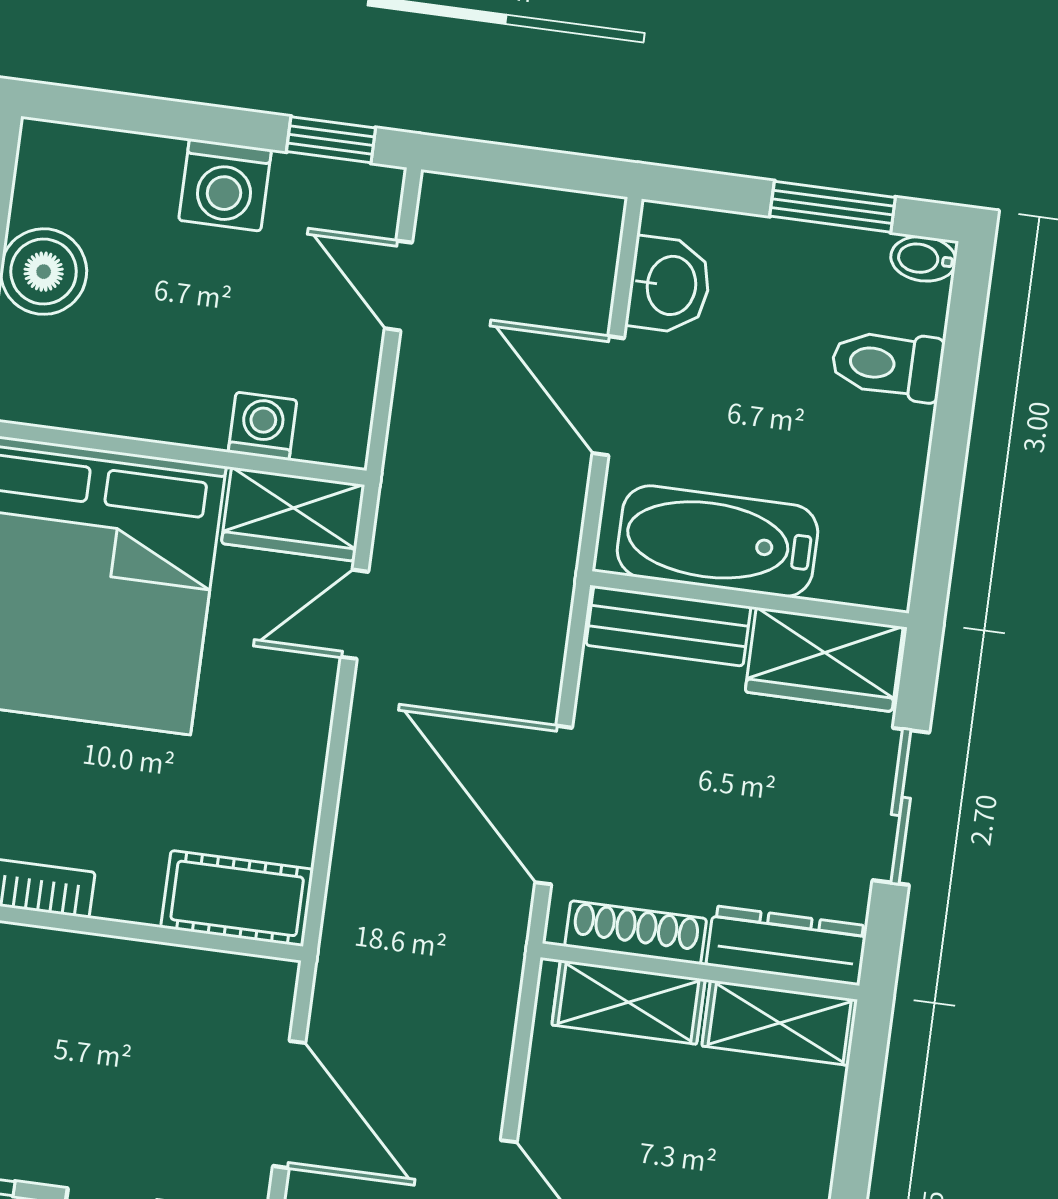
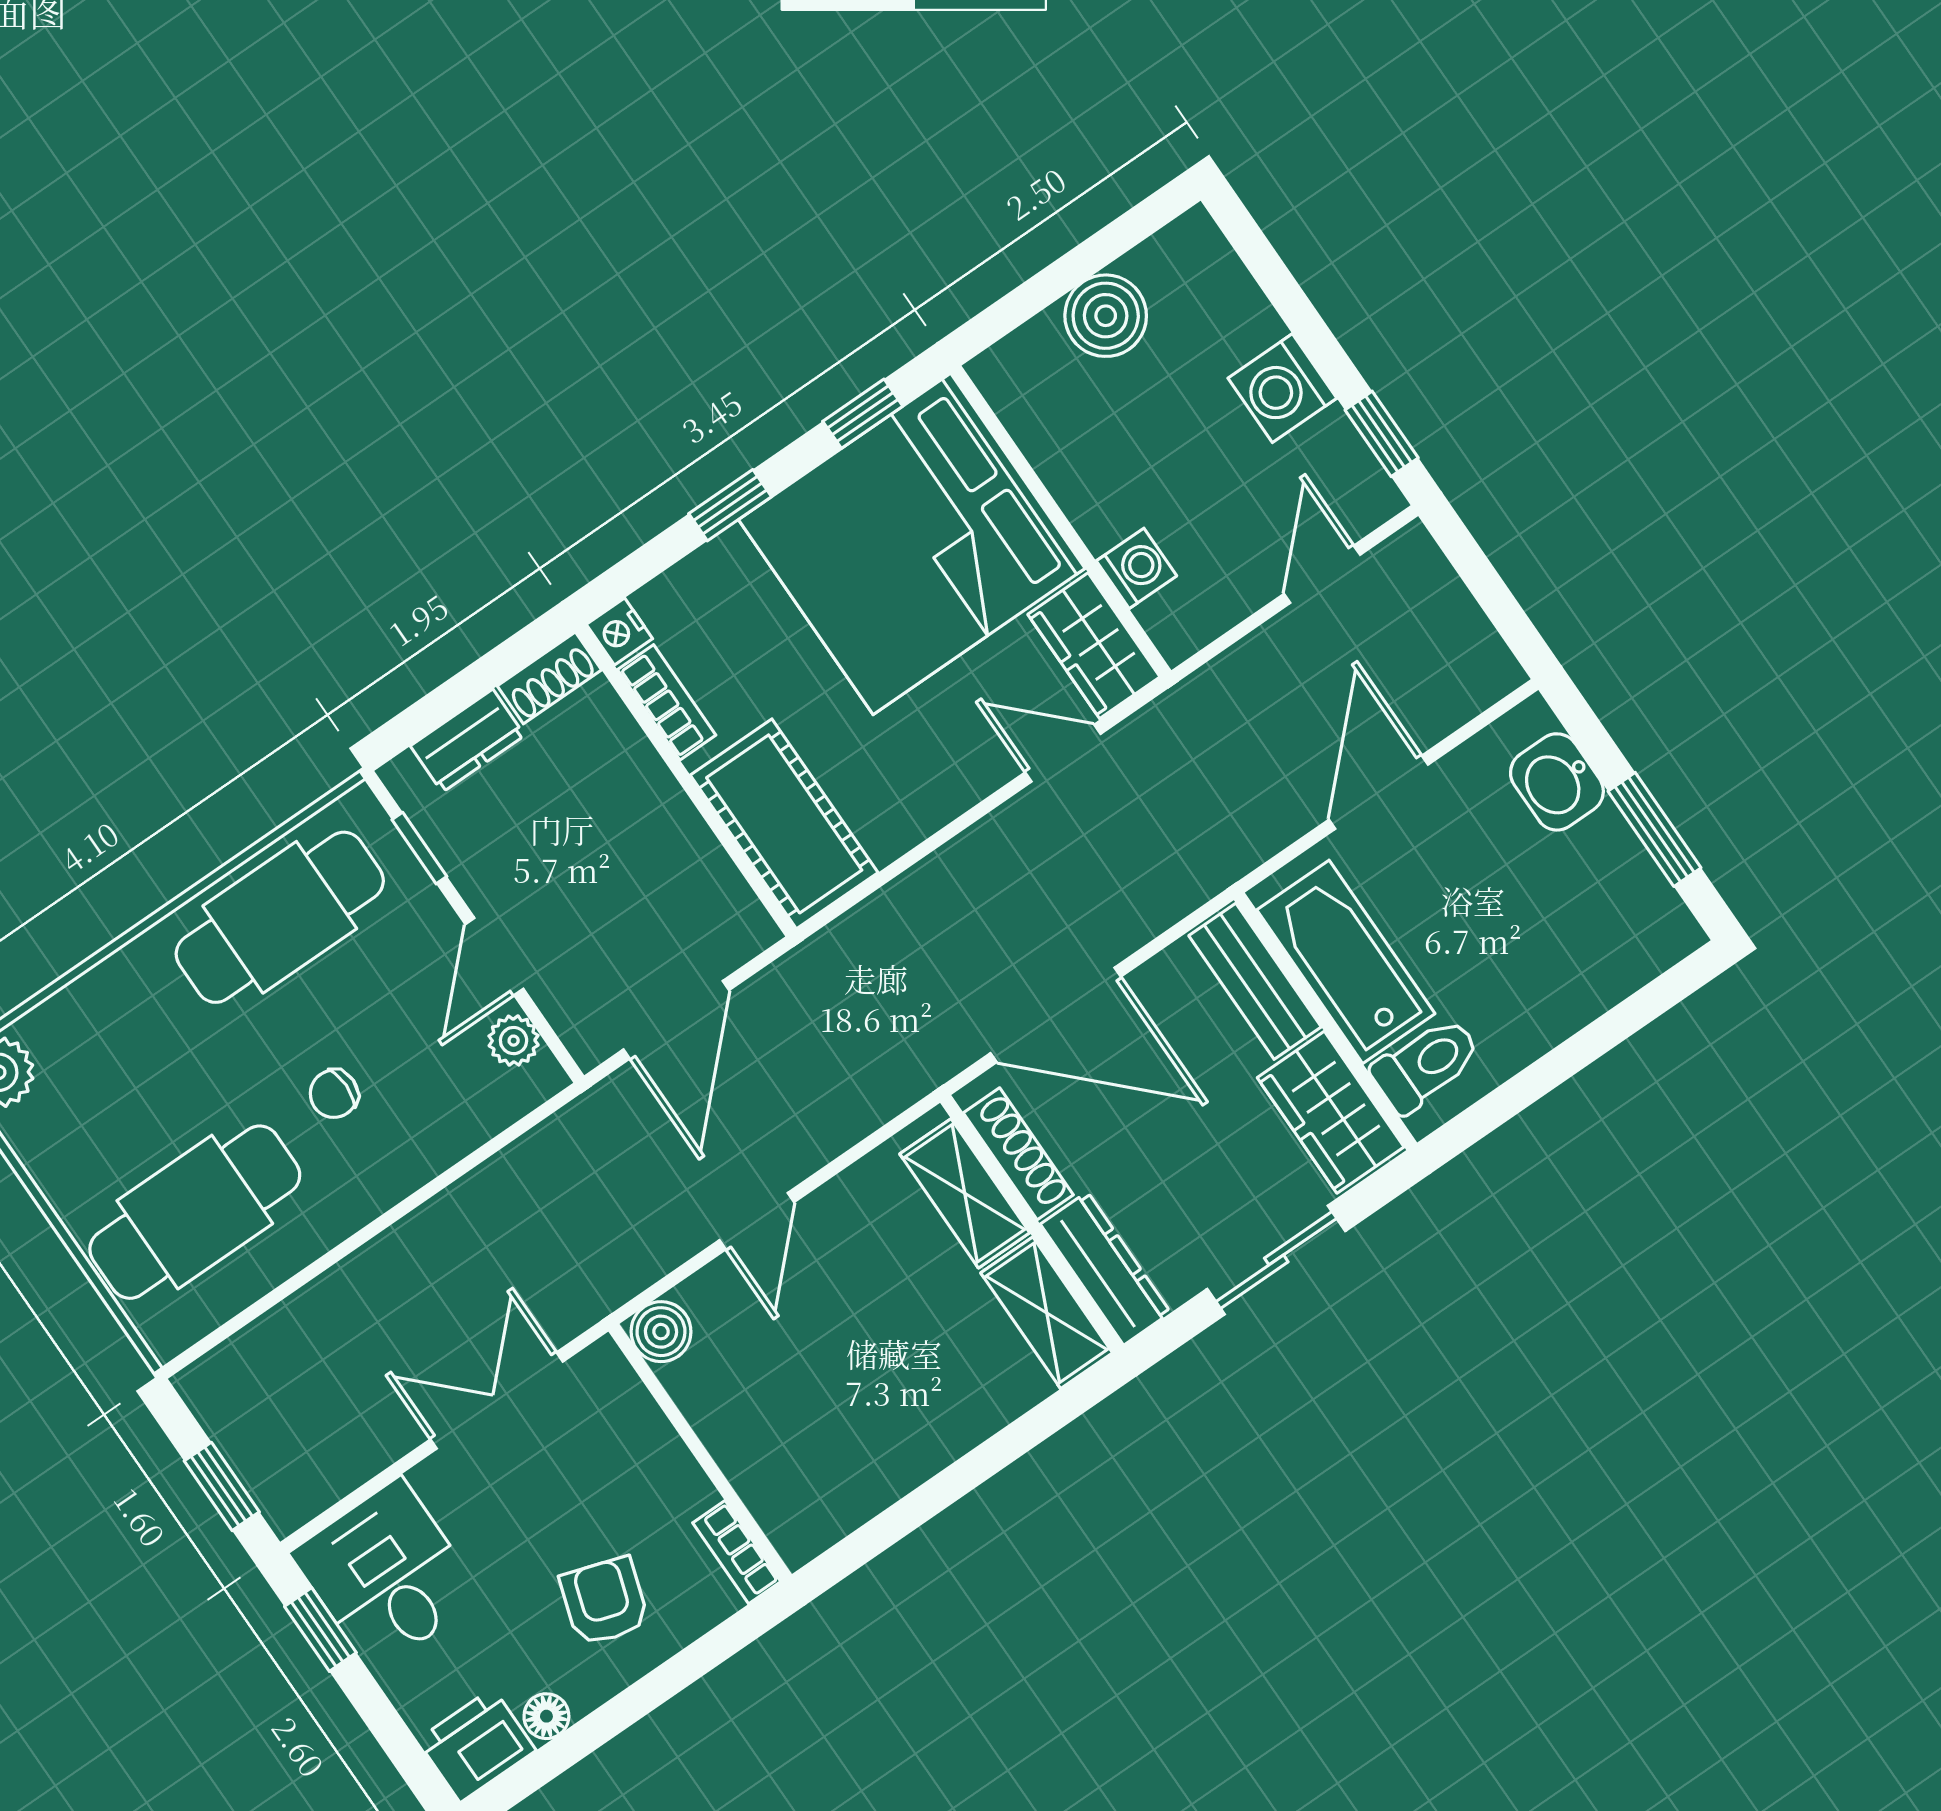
bidet: (923, 259) -> (1676, 927), removed
washbasin: (669, 285) -> (1557, 782), moved, turned 90
toilet: (887, 365) -> (1426, 1064), moved, turned 90
door: (554, 805) -> (1056, 1015), swing flipped
cot: (237, 898) -> (784, 824), width x1.37, depth x1.34

